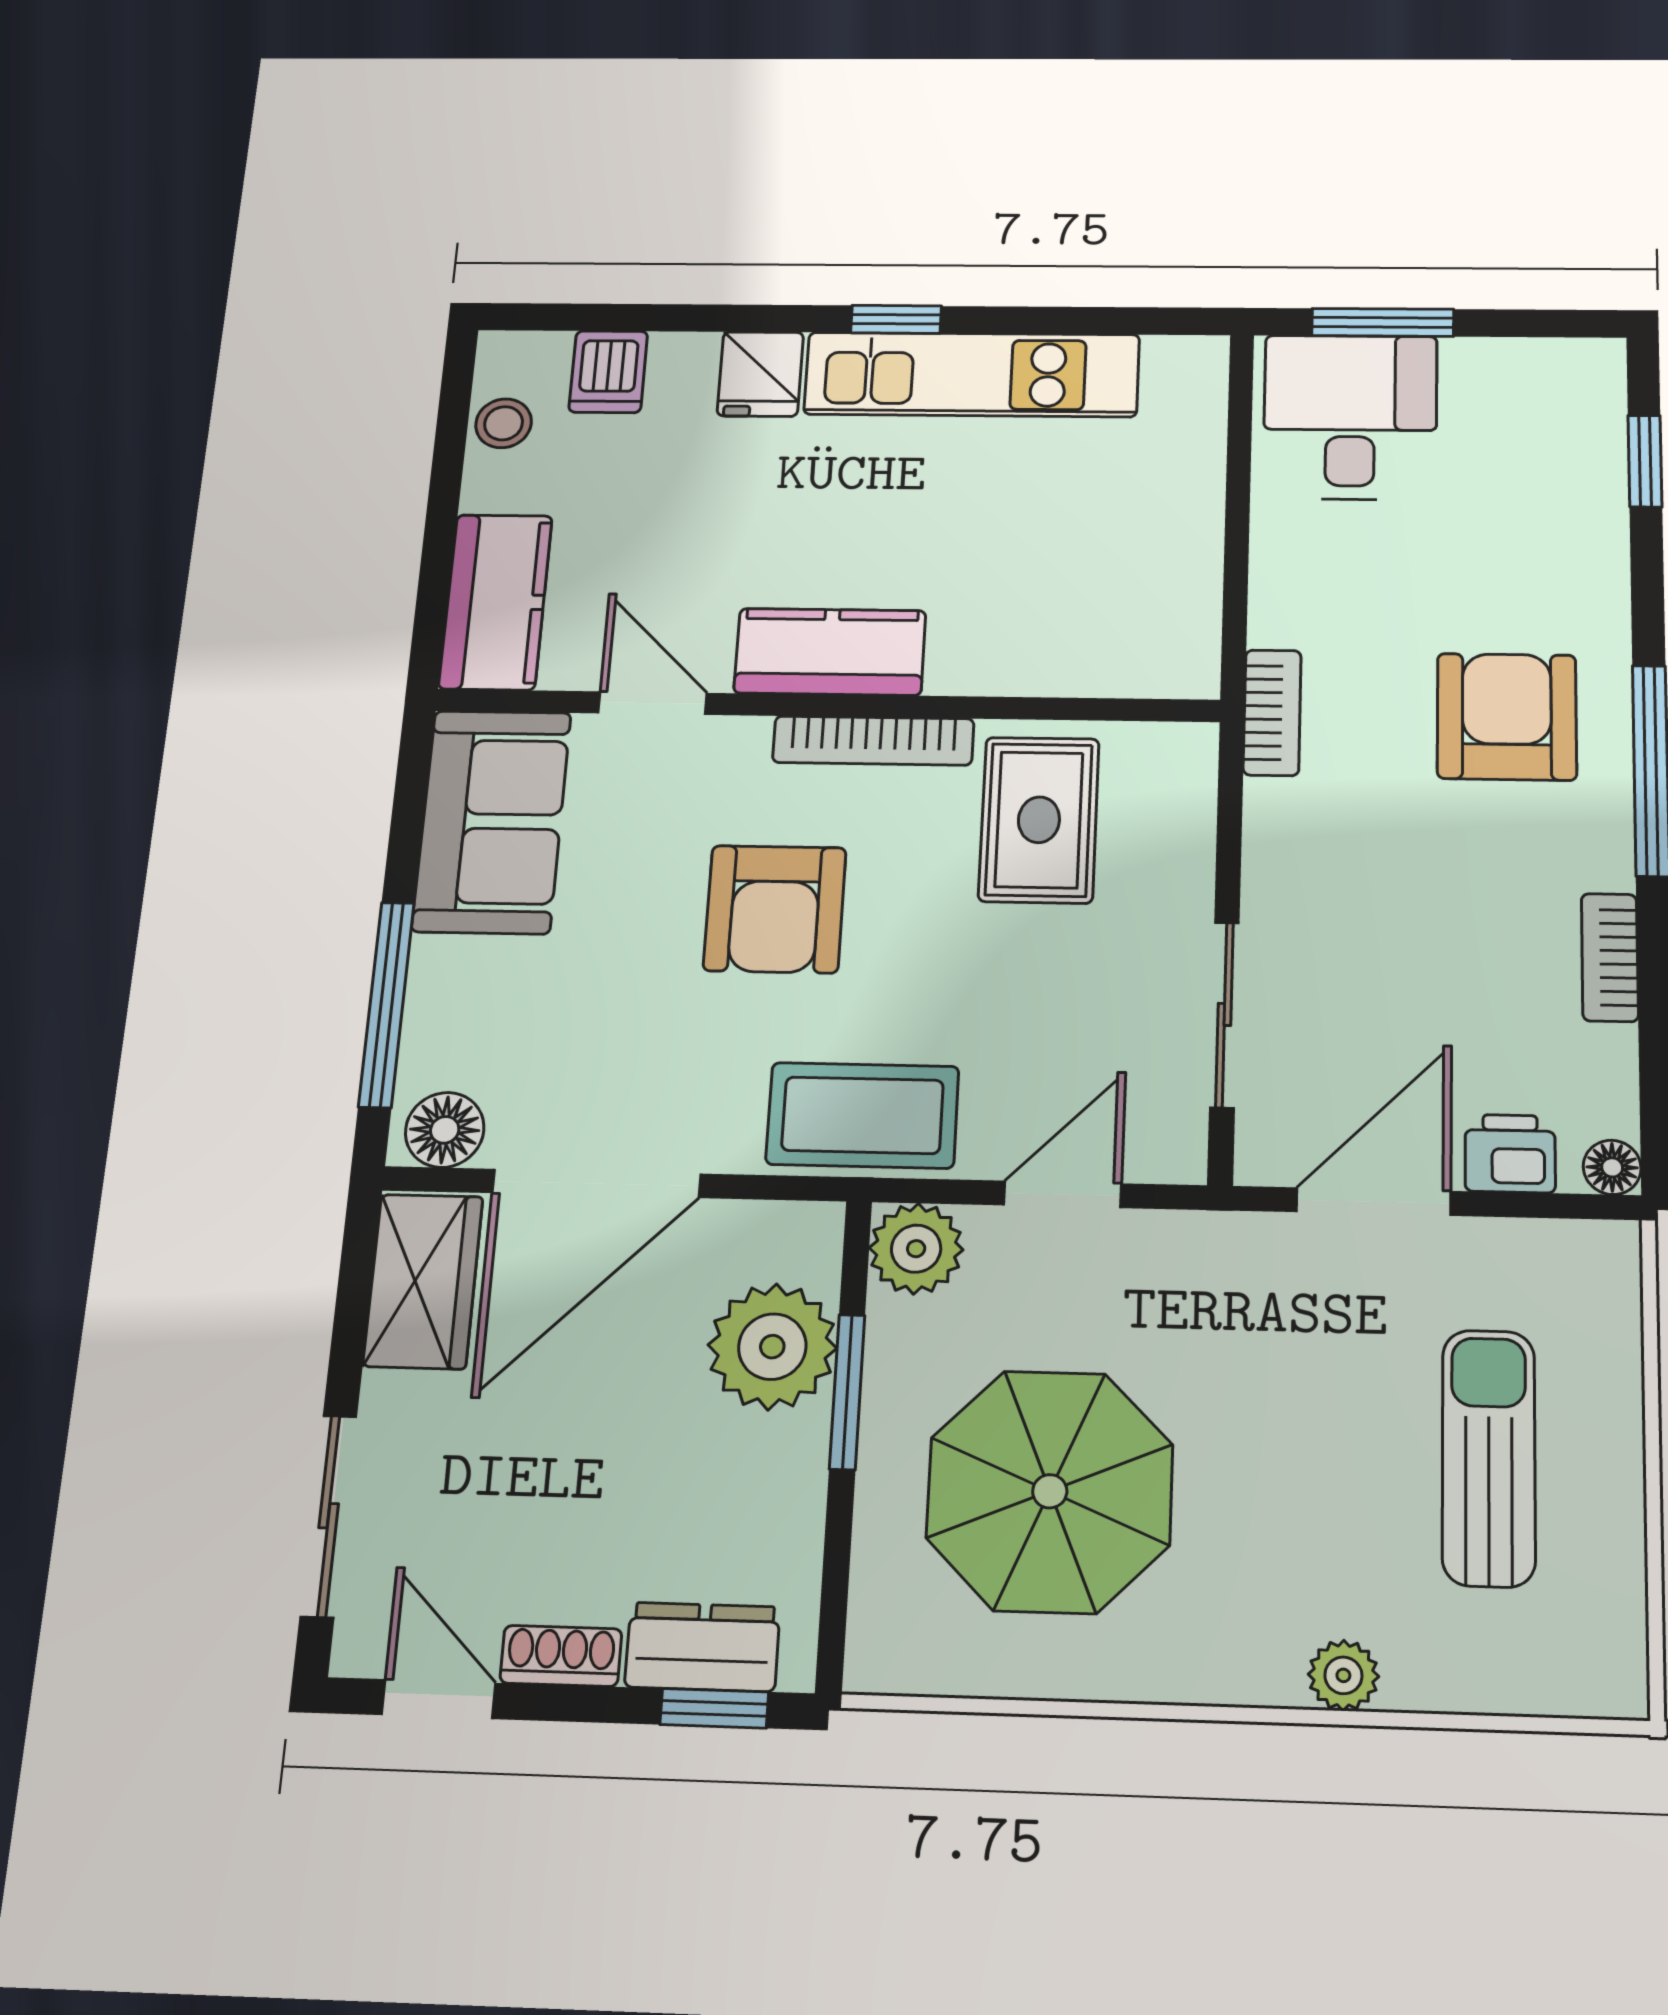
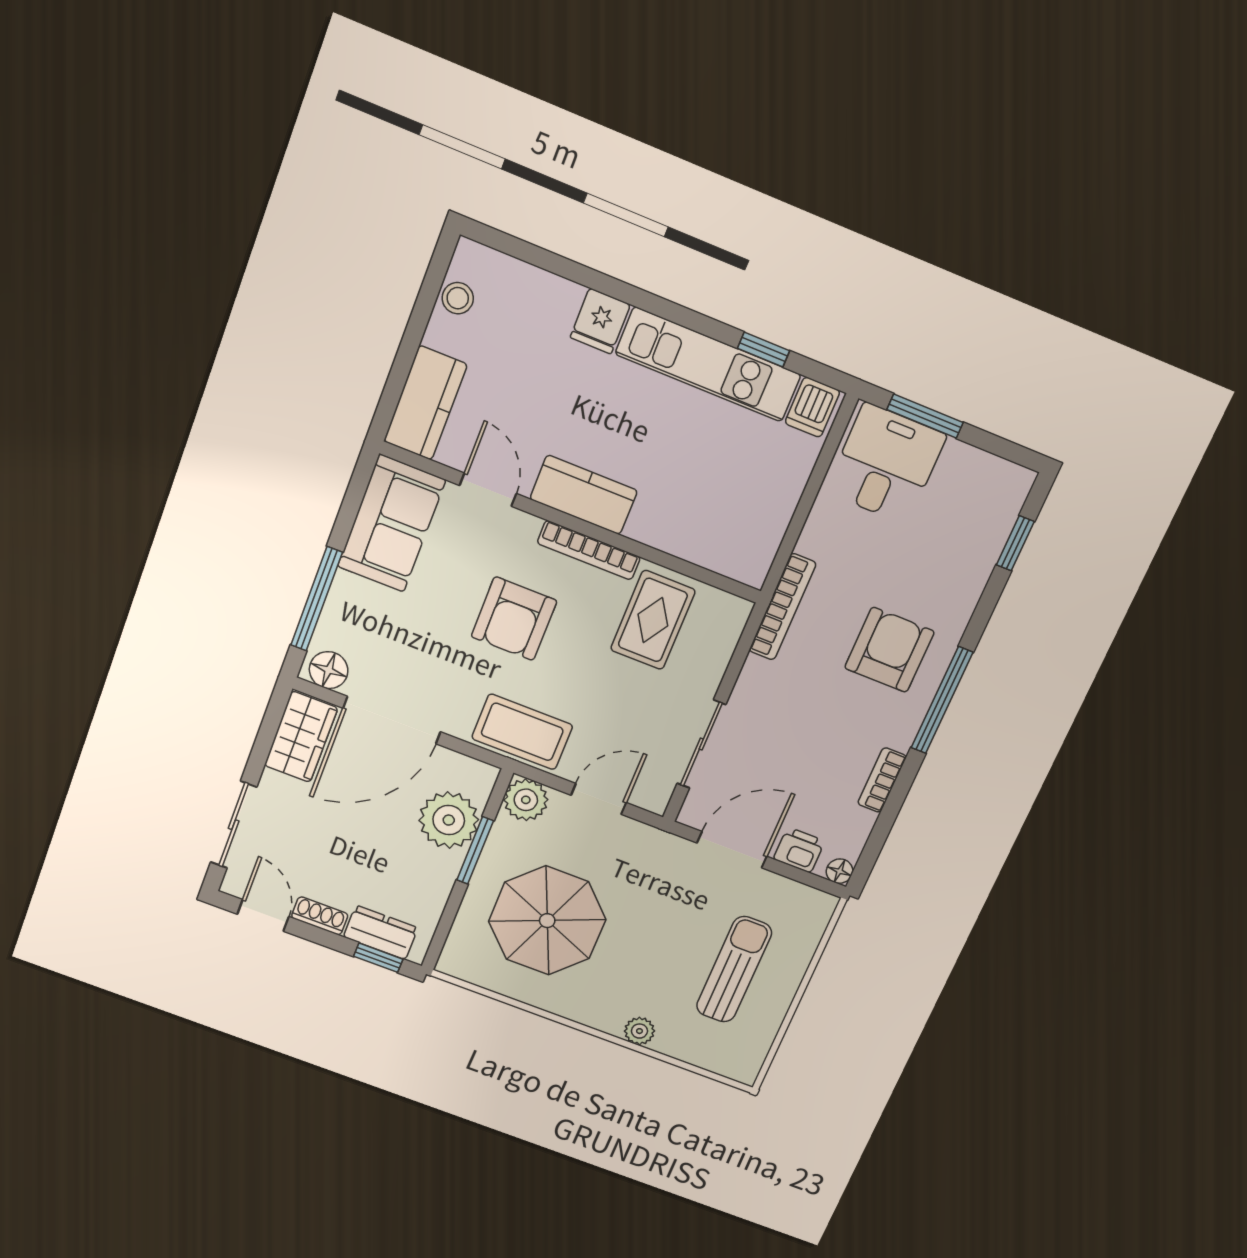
window: (896, 319) -> (763, 350), moved
dishwasher: (608, 372) -> (812, 407), moved
bookcase: (1272, 713) -> (782, 607), width x1.56

